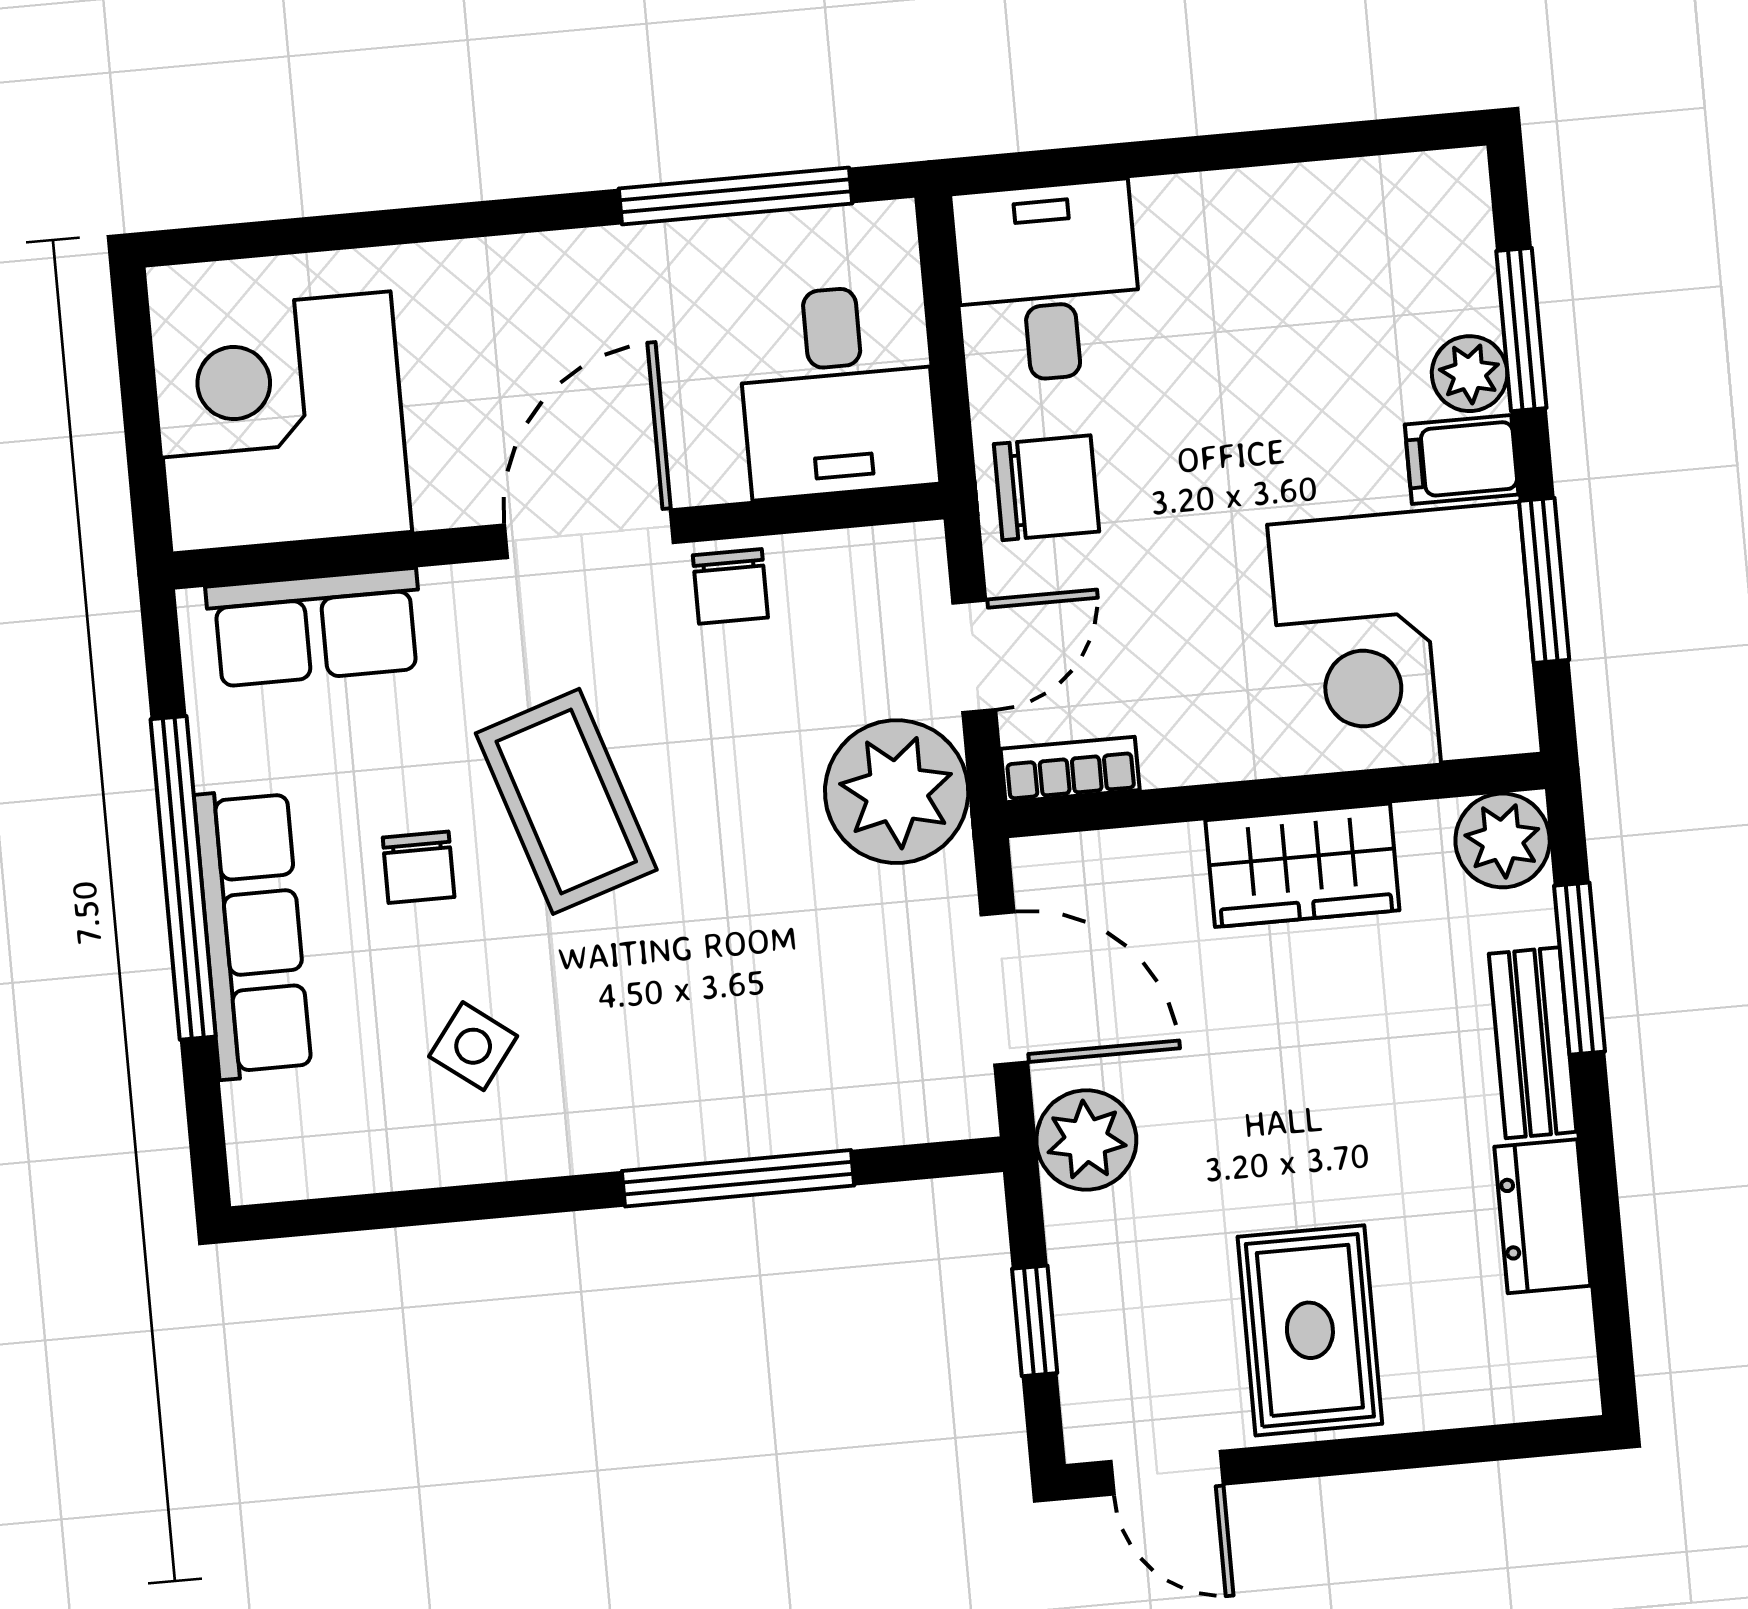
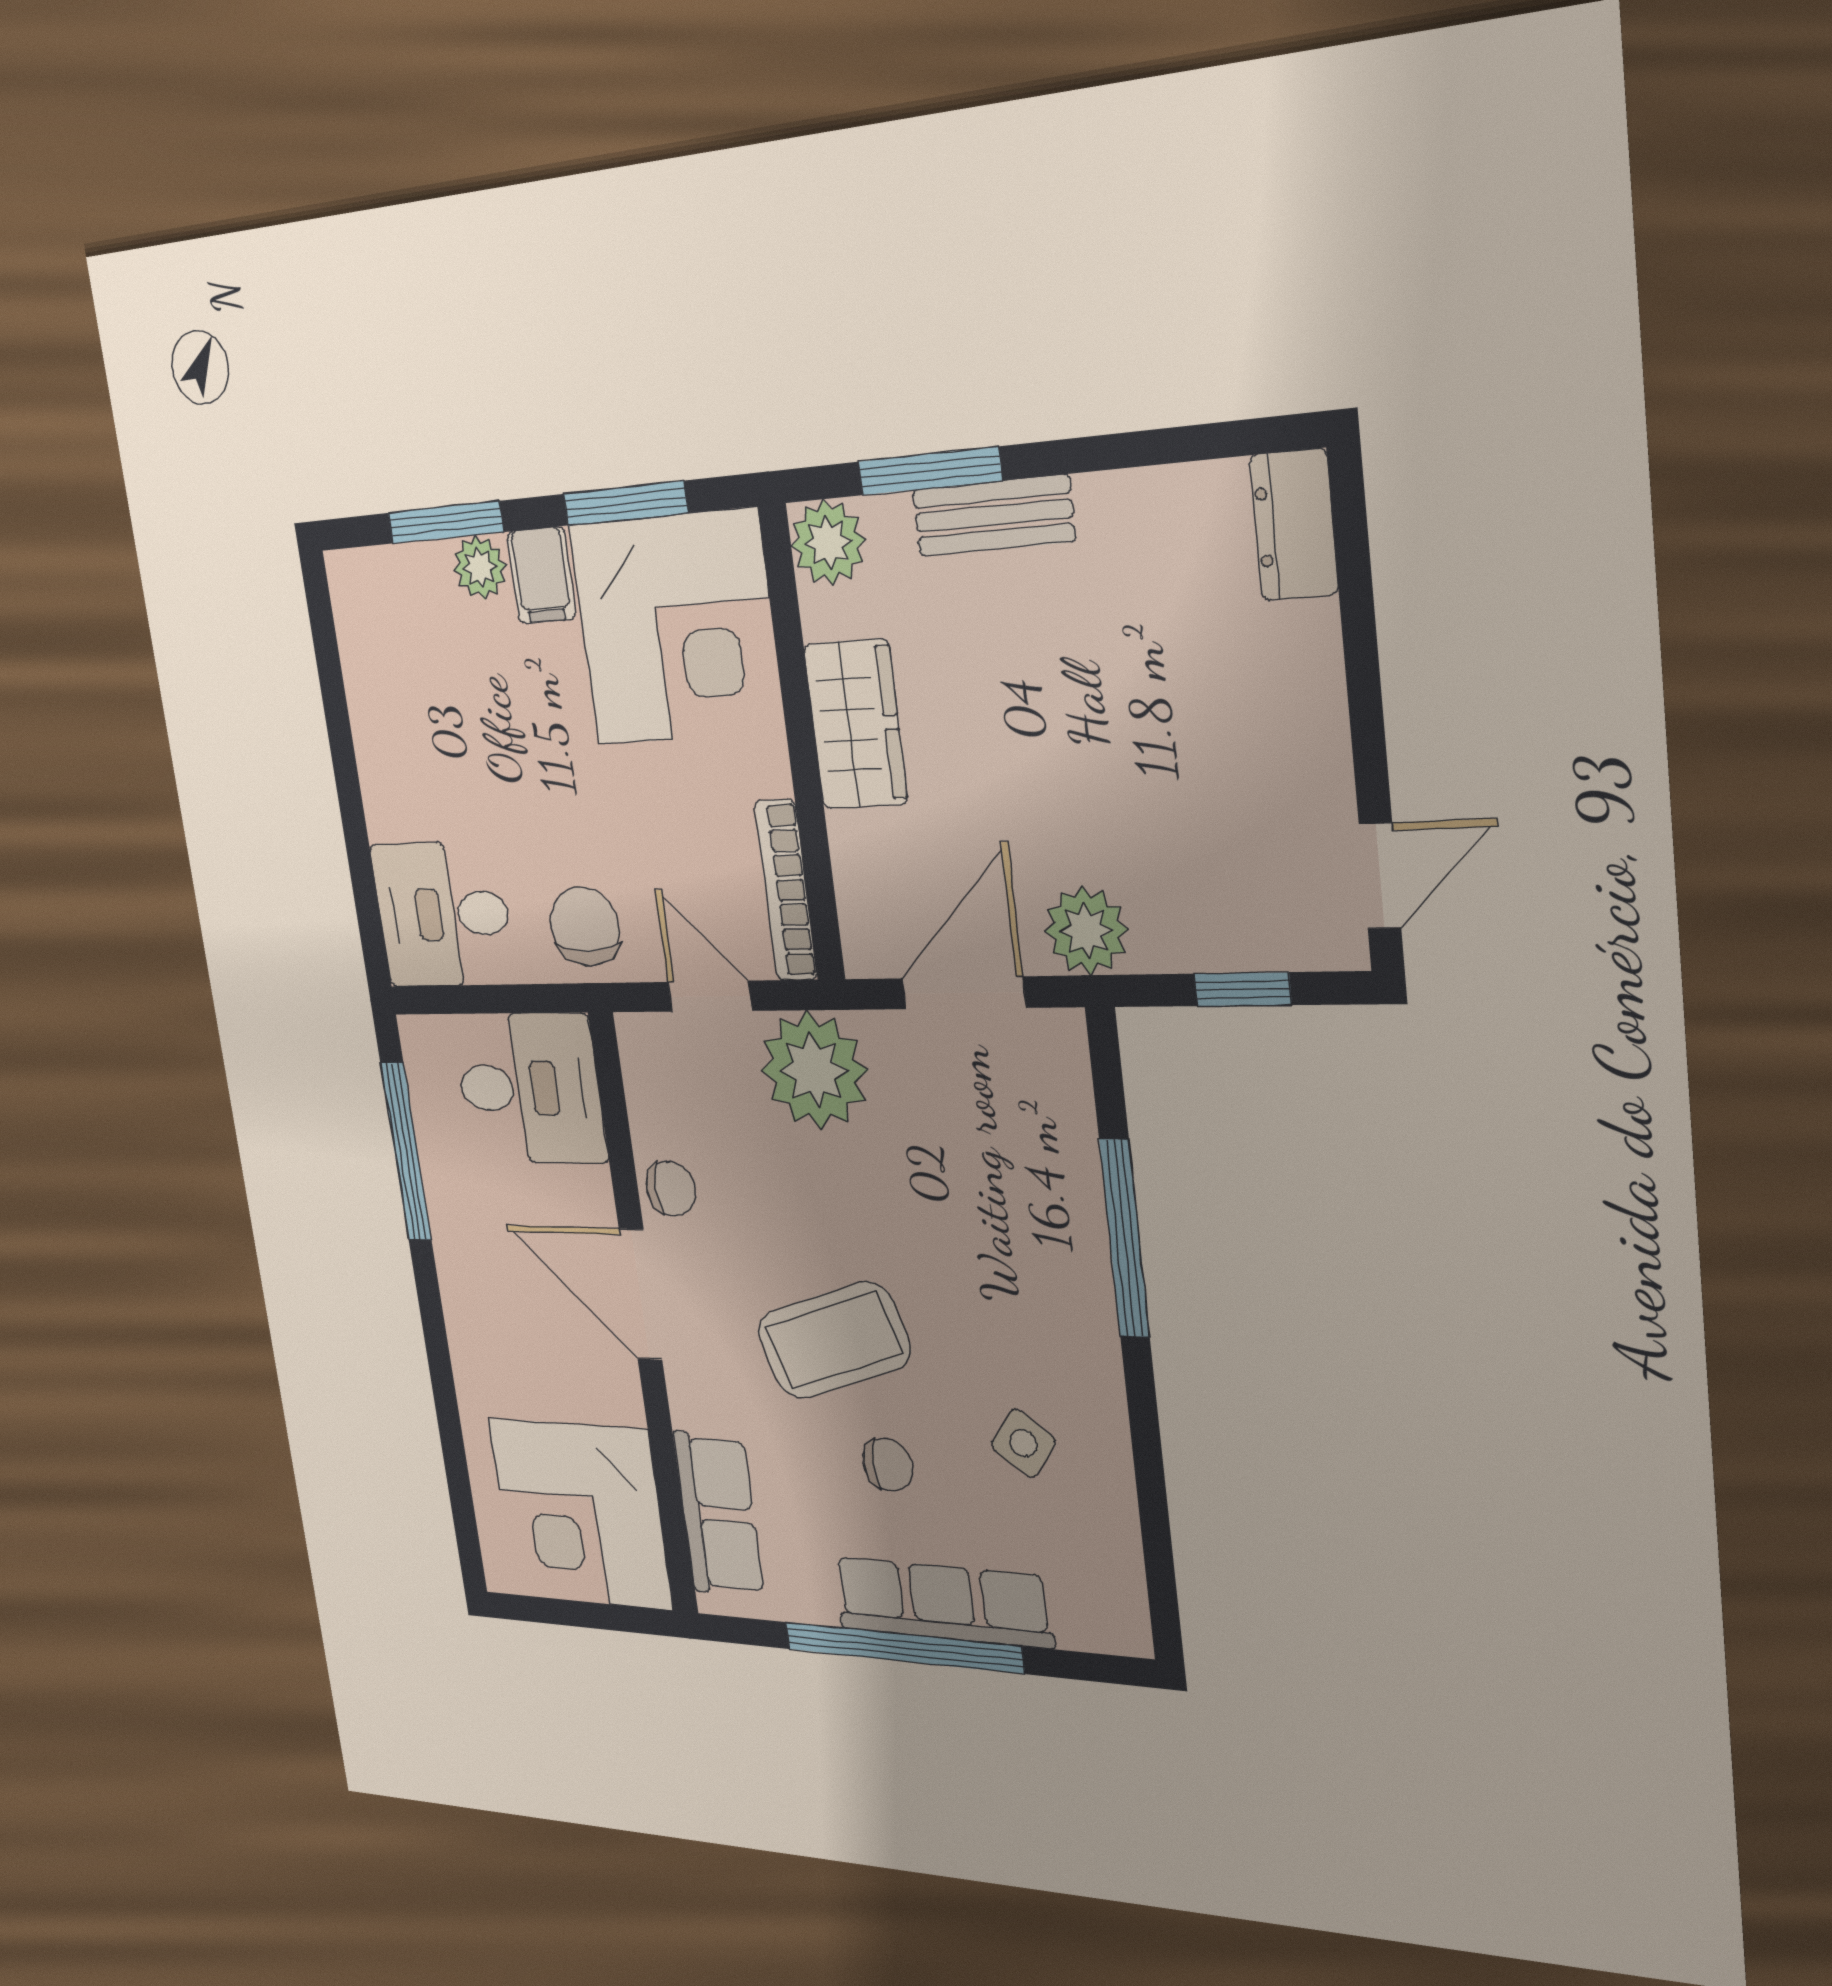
bookcase: (1070, 769) -> (786, 890), width x1.56
dresser: (1542, 1216) -> (1294, 525), moved, turned 90
rug: (1310, 1330) -> (1249, 733), removed

